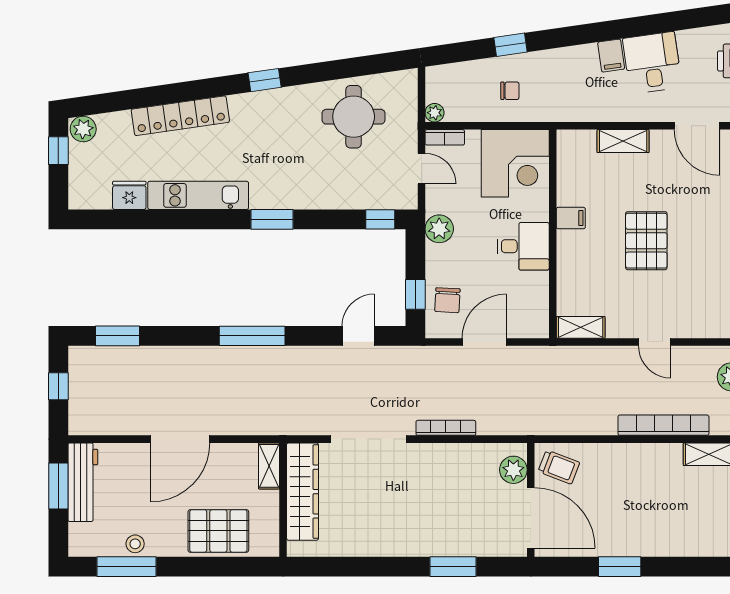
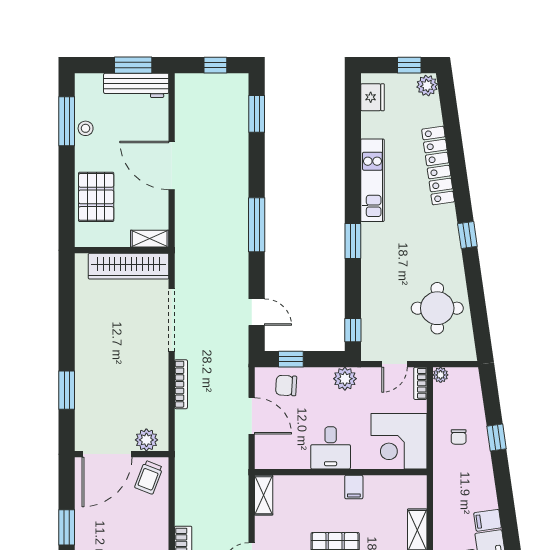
fridge: (129, 195) -> (372, 97), moved

